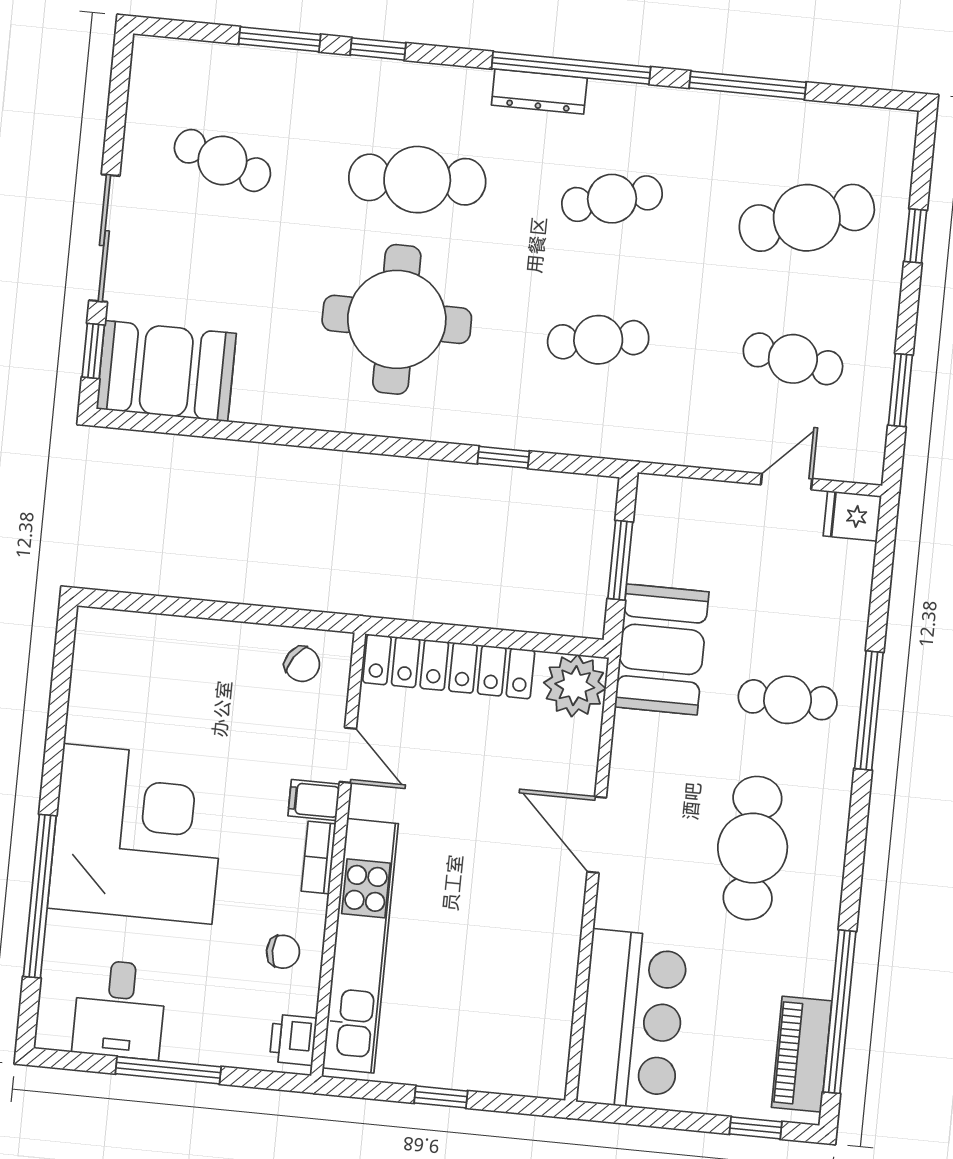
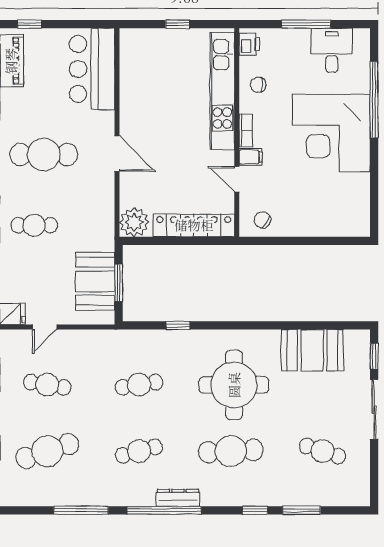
booth: (166, 371) -> (312, 350), moved
booth: (662, 649) -> (95, 281), moved
cafe table: (753, 848) -> (44, 155), turned 90

